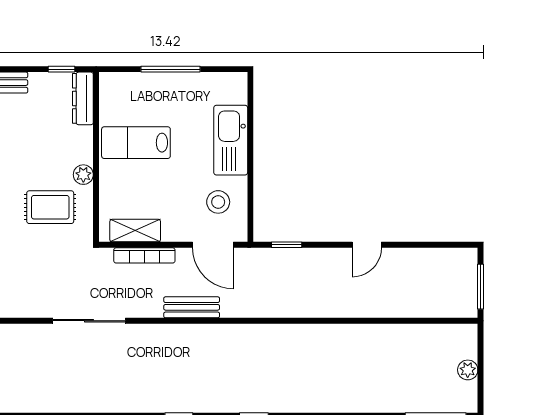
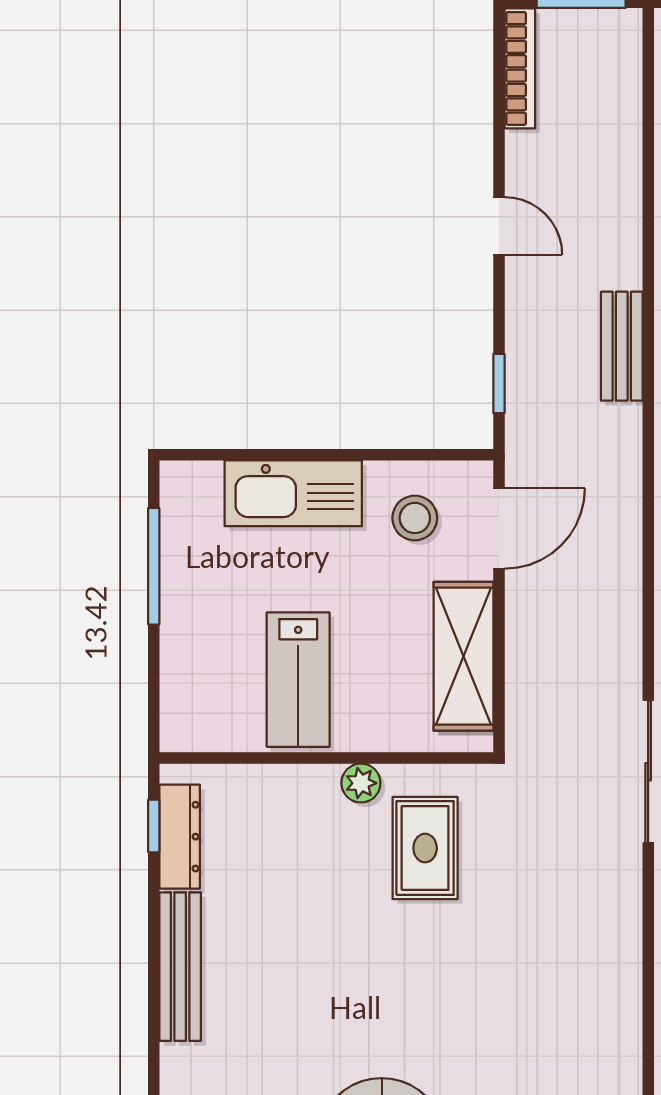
window: (171, 69) -> (154, 566), moved
dresser: (83, 98) -> (180, 837), moved, turned -90
shelving: (135, 231) -> (464, 656), width x1.50, depth x1.33
bookcase: (144, 255) -> (520, 68), moved
bench: (192, 307) -> (622, 346), moved

